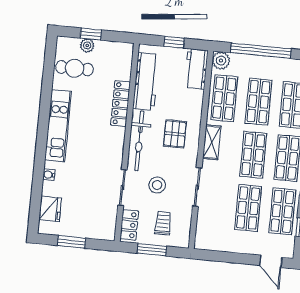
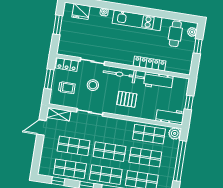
plant: (87, 45) -> (192, 32), moved
workbench: (146, 81) -> (158, 81), width x0.73
shelving: (212, 142) -> (59, 114), moved
door: (271, 261) -> (41, 127), moved

